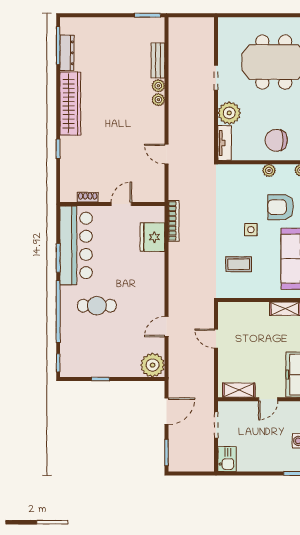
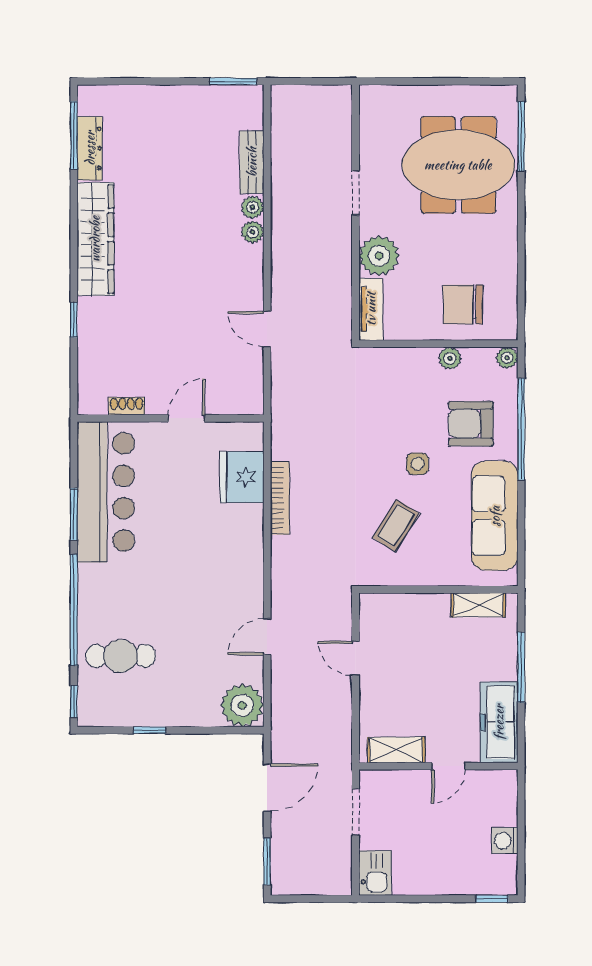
bookcase: (174, 221) -> (280, 498), moved
coffee table: (239, 264) -> (396, 525), turned -58
cafe table: (97, 306) -> (121, 656), moved

